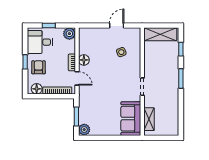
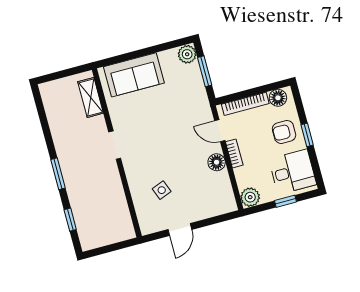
shelving: (160, 34) -> (109, 234), removed
armchair: (38, 67) -> (284, 132), turned 90
sofa: (131, 119) -> (134, 75), moved, turned 90

